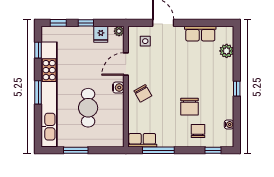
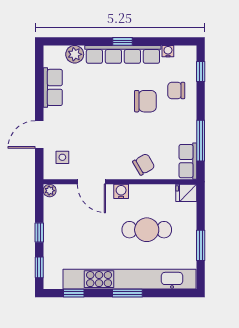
fridge: (101, 34) -> (186, 193), moved, turned 180
row of seats: (226, 89) -> (123, 54), added
chair: (143, 93) -> (144, 164), moved

